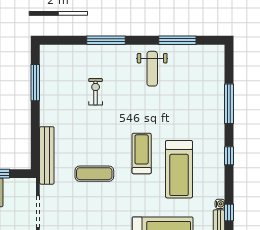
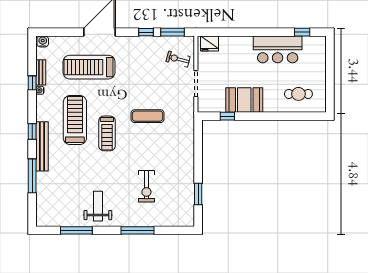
window: (35, 83) -> (198, 194), width x0.69
exercise bike: (96, 92) -> (146, 186), width x1.38, depth x1.39
bench: (47, 155) -> (42, 146), moved

